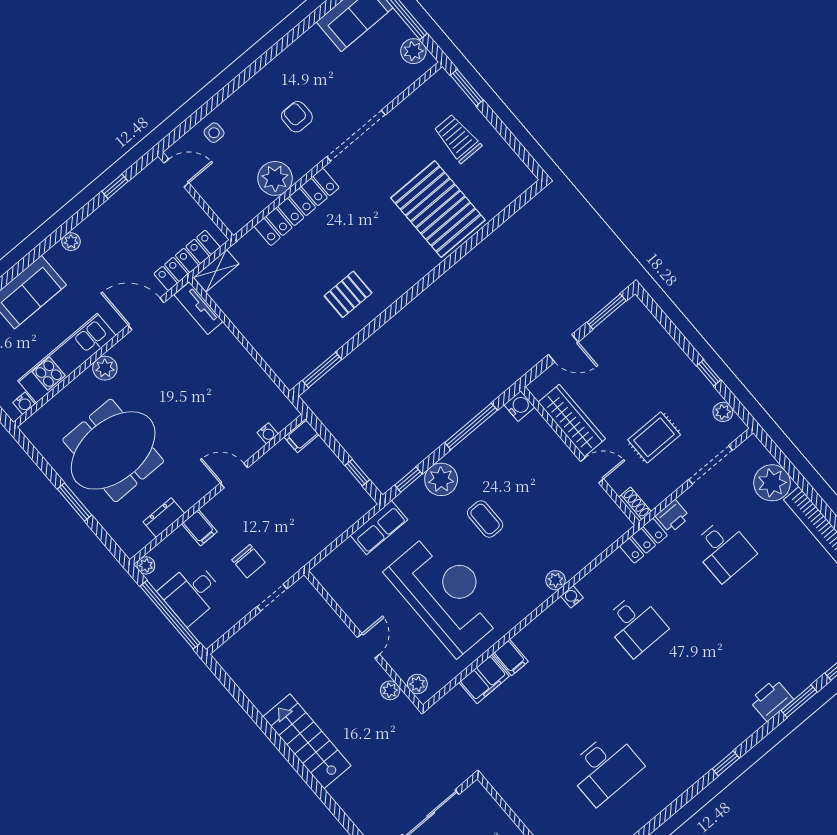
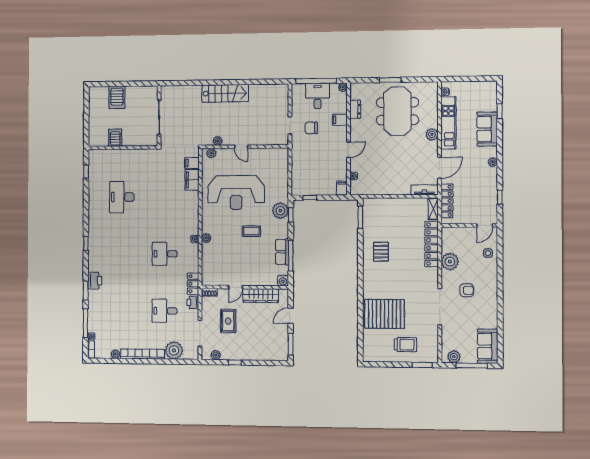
locker: (297, 207) -> (432, 244), moved
plant: (441, 479) -> (280, 211), moved
row of seats: (379, 528) -> (282, 252), moved
filing cabinet: (511, 658) -> (192, 163), moved

